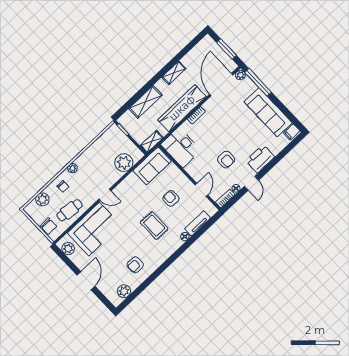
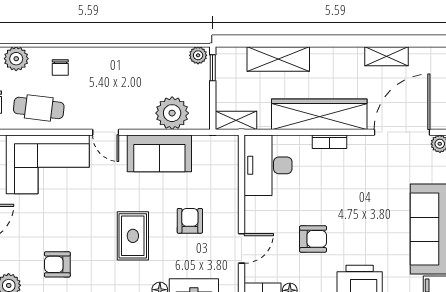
shelving: (174, 73) -> (387, 56), moved
armchair: (226, 160) -> (313, 239), turned -90
sofa: (152, 166) -> (159, 153), moved
plant: (72, 168) -> (198, 55), moved

